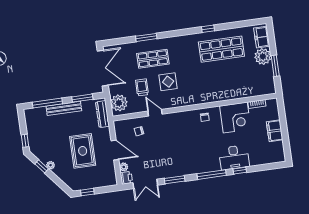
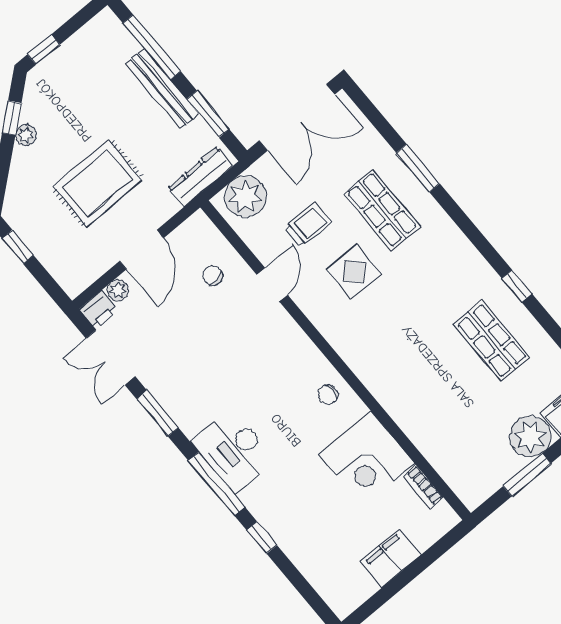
shop shelf: (221, 49) -> (492, 341), width x0.70, depth x0.74
desk: (234, 157) -> (233, 450), moved

